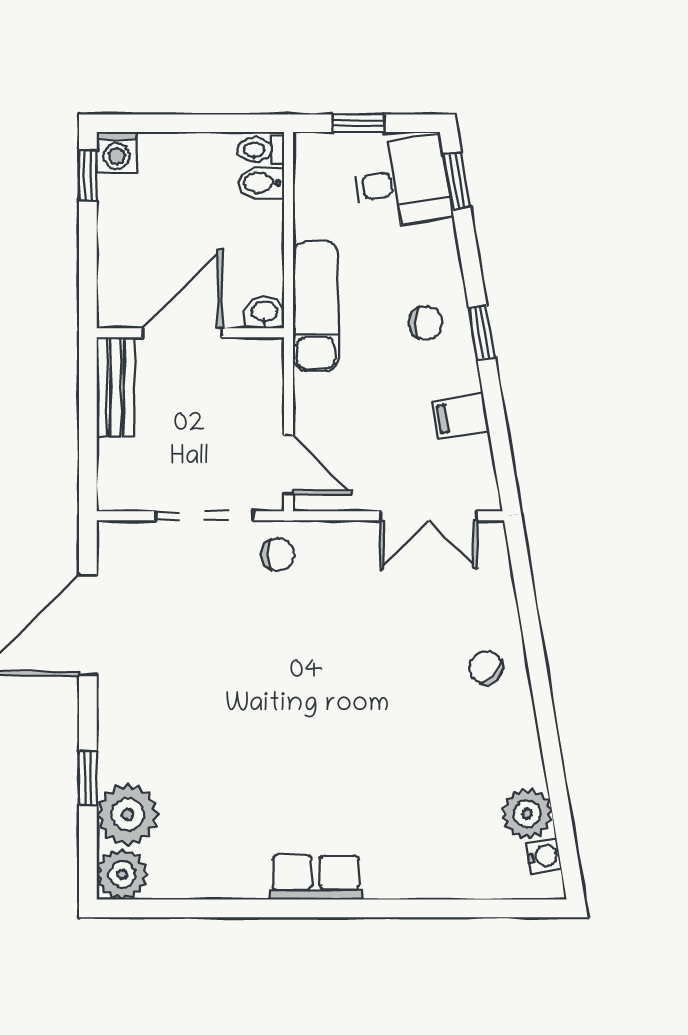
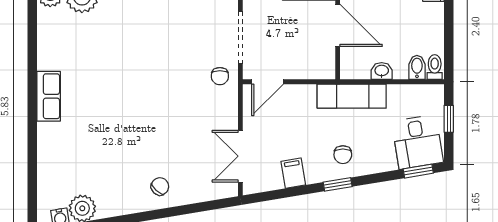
washbasin: (264, 312) -> (382, 71), moved, turned -90

